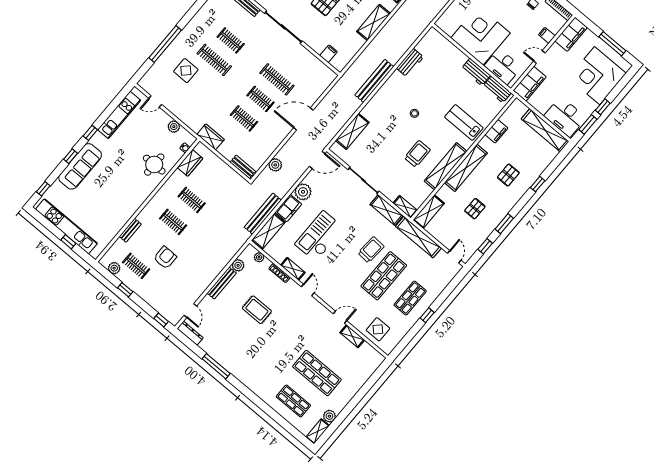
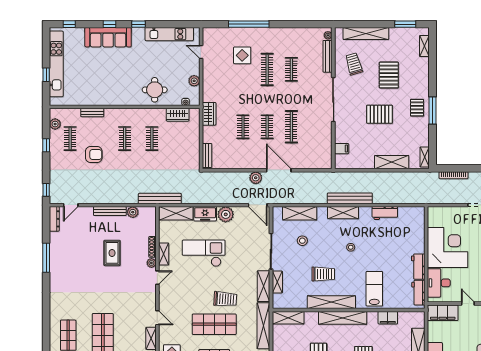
shelving: (381, 96) -> (343, 213), added
stool: (376, 148) -> (302, 241), added
plant: (275, 165) -> (256, 178), moved
shelving: (405, 207) -> (277, 282), moved
bench: (263, 214) -> (160, 199), moved
plant: (259, 257) -> (151, 263), moved

